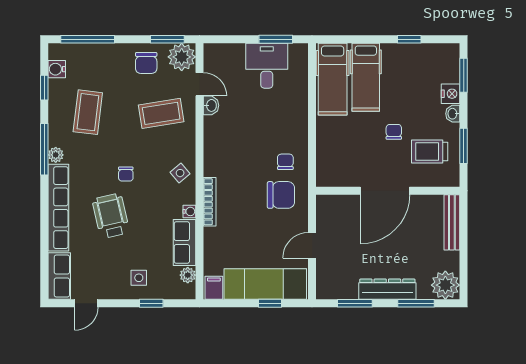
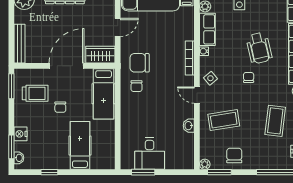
plant: (182, 57) -> (205, 164), width x0.53, depth x0.53
hospital bed: (333, 79) -> (104, 94), moved, turned 180
door: (199, 84) -> (197, 95), moved
washbasin: (453, 114) -> (19, 158), moved
window: (464, 146) -> (11, 86), moved
wardrobe: (337, 207) -> (100, 55), added

